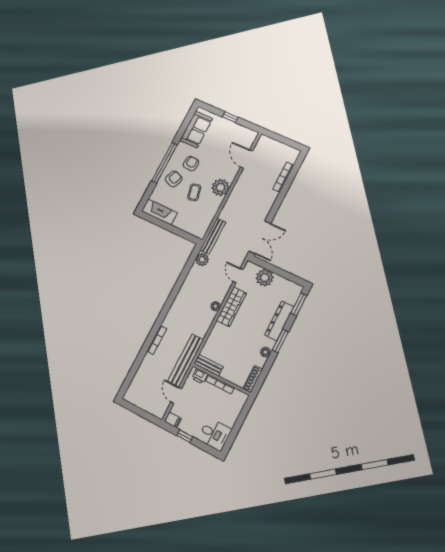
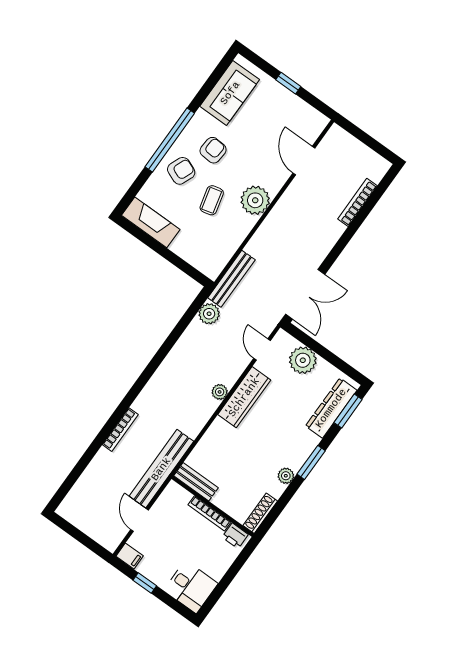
dresser: (279, 321) -> (331, 408), moved
printer: (200, 376) -> (235, 536), moved

